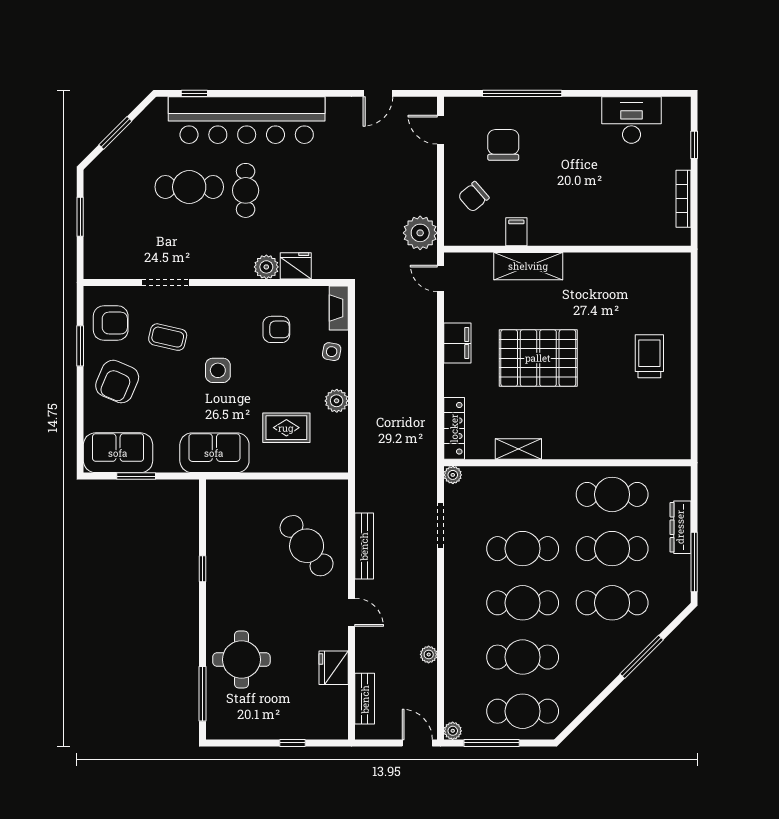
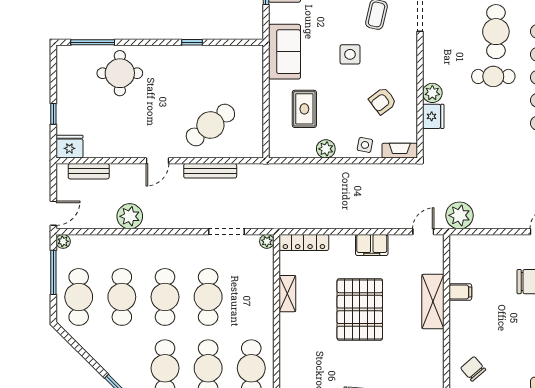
chair: (474, 197) -> (473, 369), moved
armchair: (276, 329) -> (383, 101), turned 53
plant: (429, 654) -> (130, 216), width x1.88, depth x1.88
fridge: (334, 668) -> (69, 147), moved

